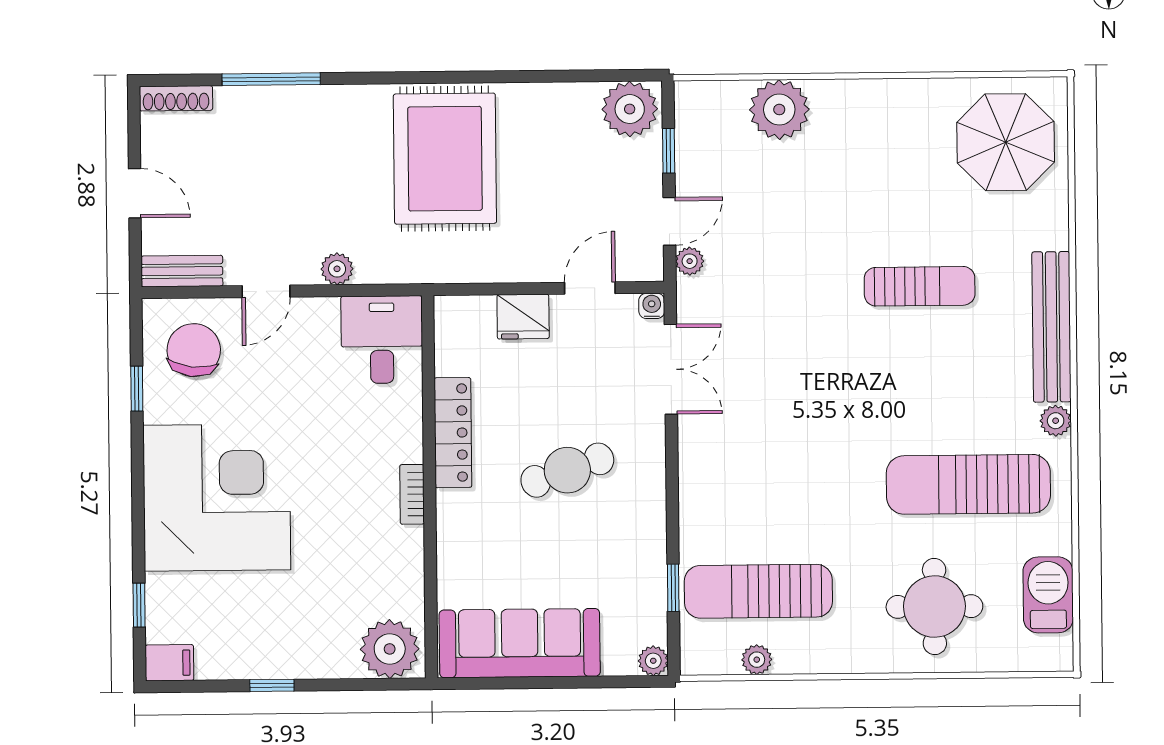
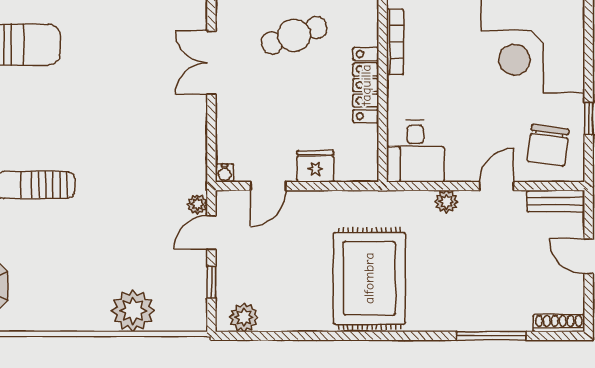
plant: (630, 109) -> (244, 317), width x0.73, depth x0.73
double door: (671, 369) -> (211, 63), moved
cafe table: (567, 470) -> (294, 35), moved
bookcase: (412, 494) -> (395, 42), width x1.56

